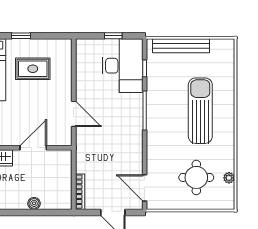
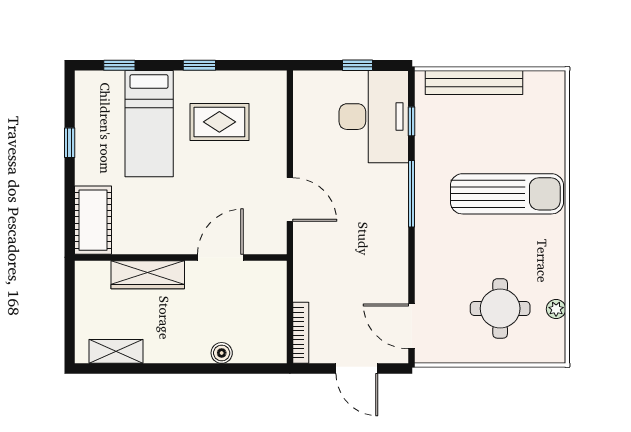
sun lounger: (200, 111) -> (507, 194), turned 90

